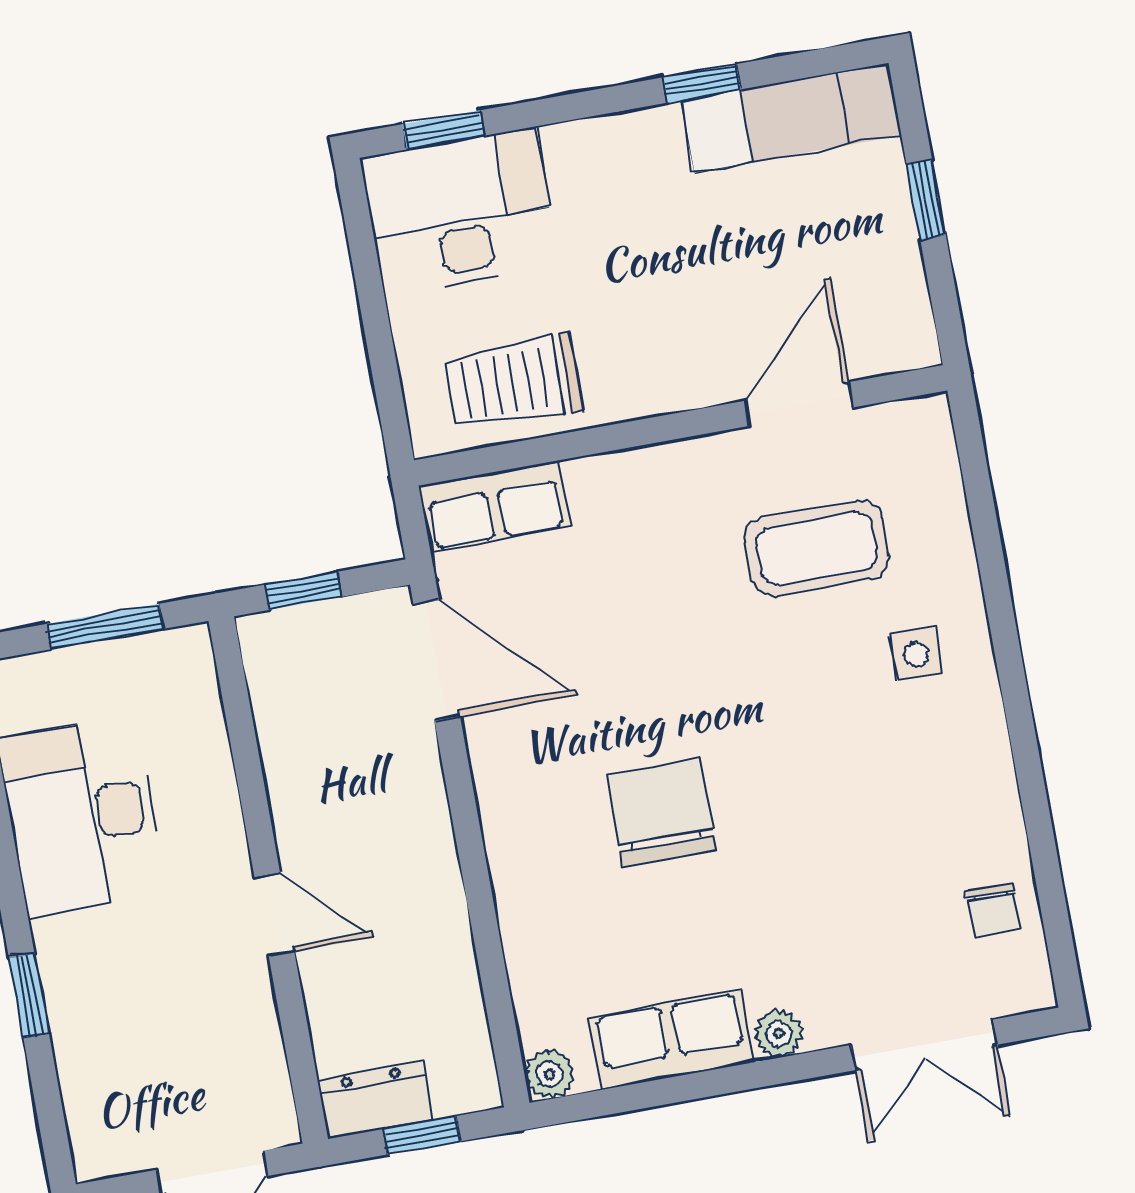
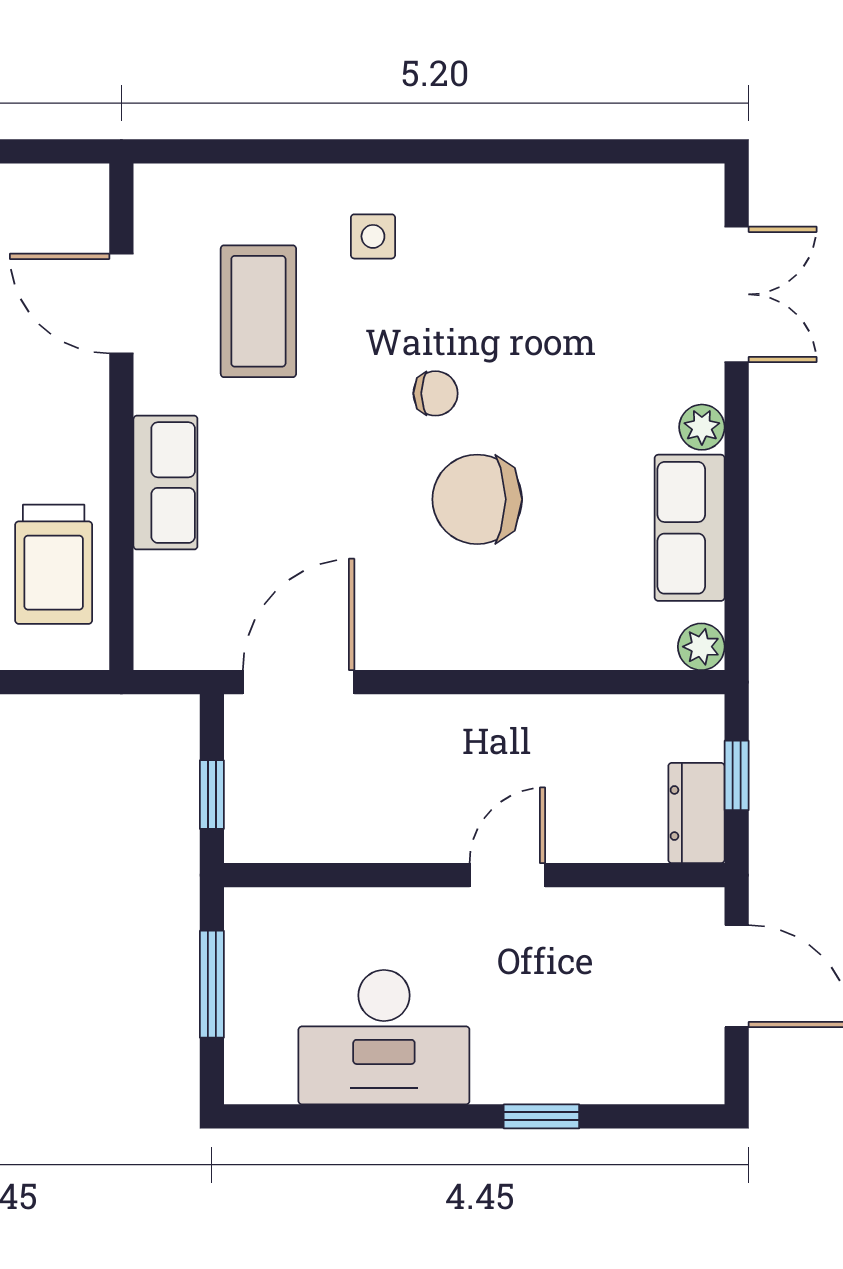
row of seats: (494, 506) -> (165, 483), moved
chair: (993, 910) -> (435, 393), moved

